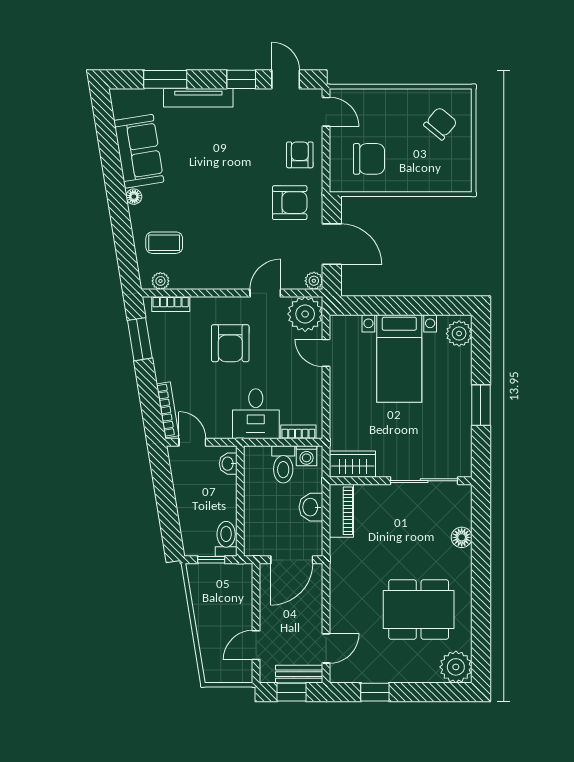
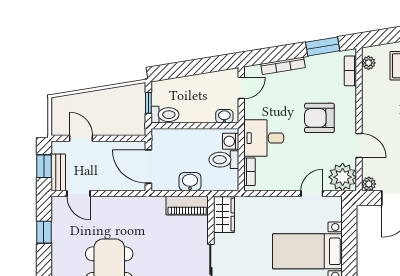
bookcase: (167, 410) -> (283, 66), moved
washing machine: (307, 456) -> (231, 141), moved

